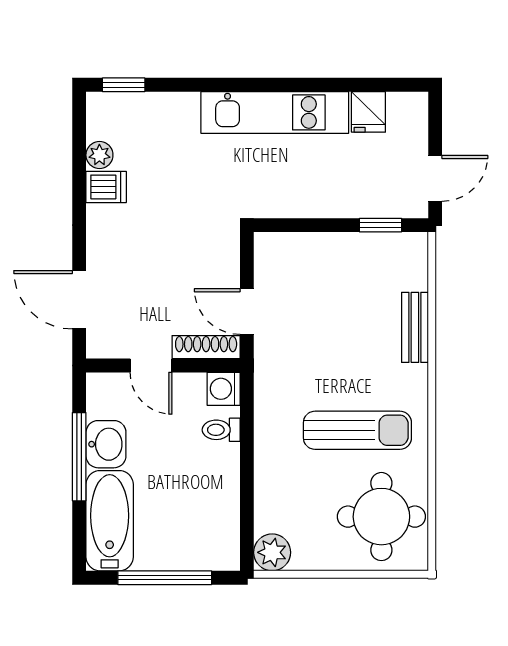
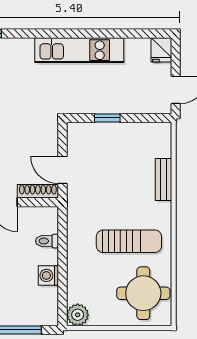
fridge: (368, 112) -> (161, 50), moved
window: (381, 225) -> (107, 118), moved
washing machine: (224, 389) -> (48, 275), moved

